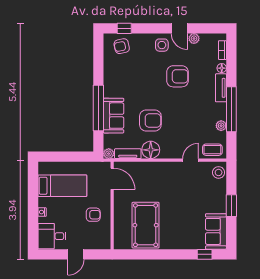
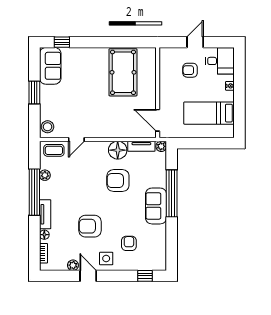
armchair: (122, 46) -> (129, 243), moved, turned -78
sofa: (114, 116) -> (156, 206), moved
armchair: (93, 215) -> (190, 70), moved

